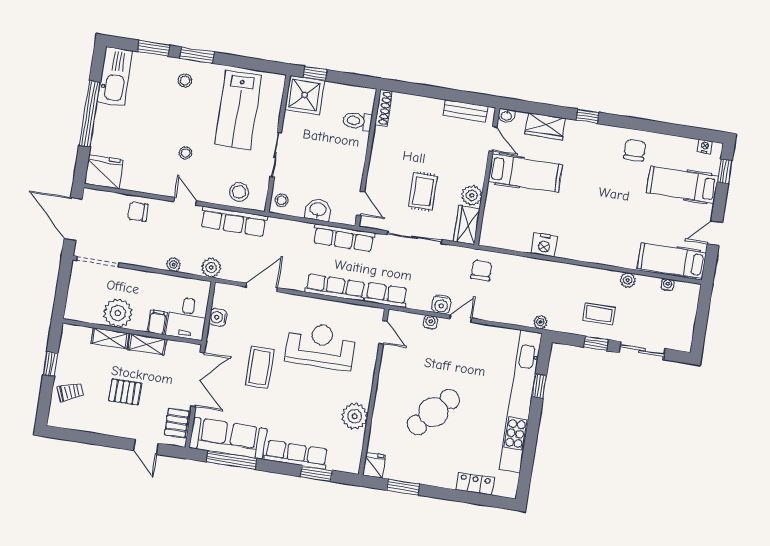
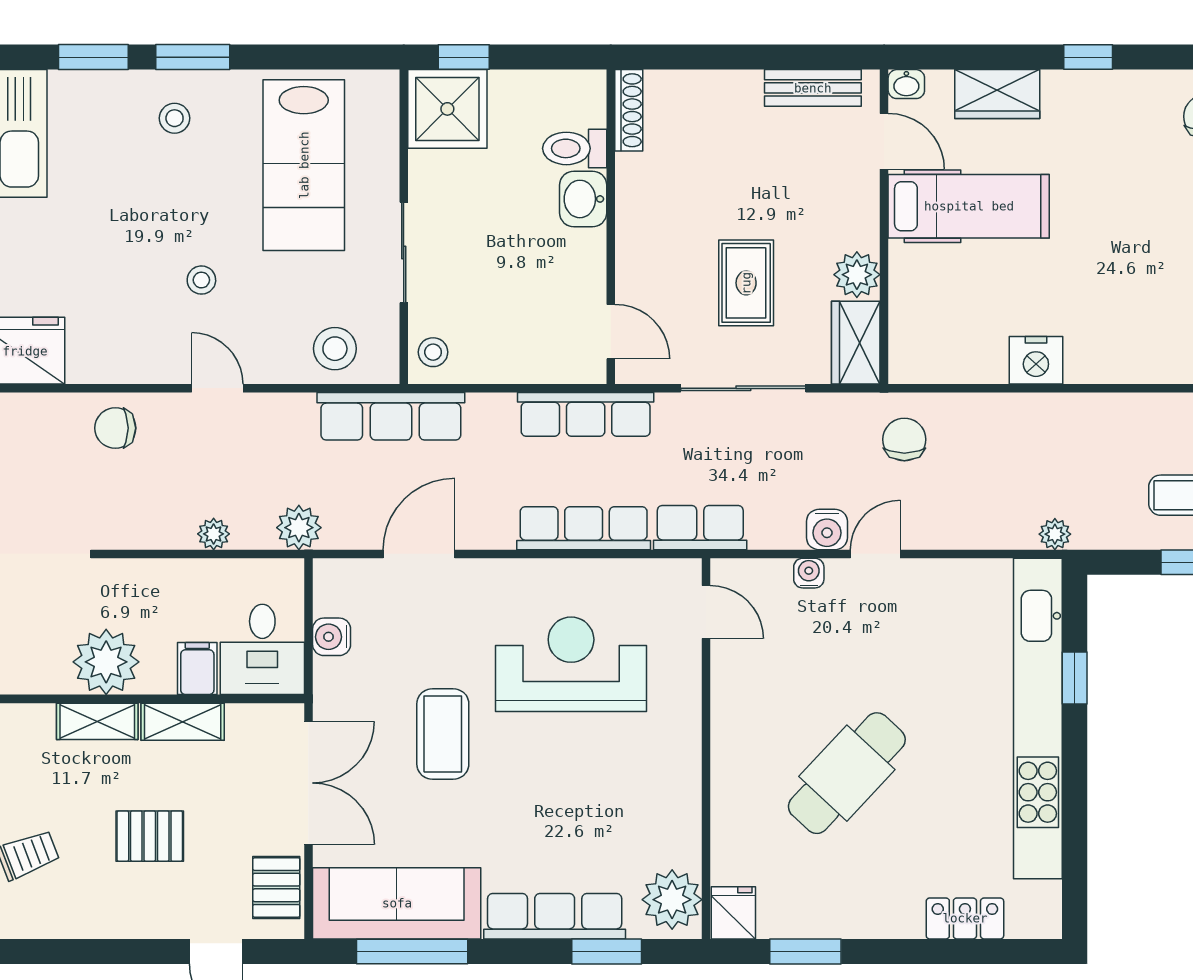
washbasin: (318, 210) -> (583, 199), moved, turned -90
row of seats: (234, 221) -> (391, 416), moved
plant: (355, 416) -> (672, 900), moved

